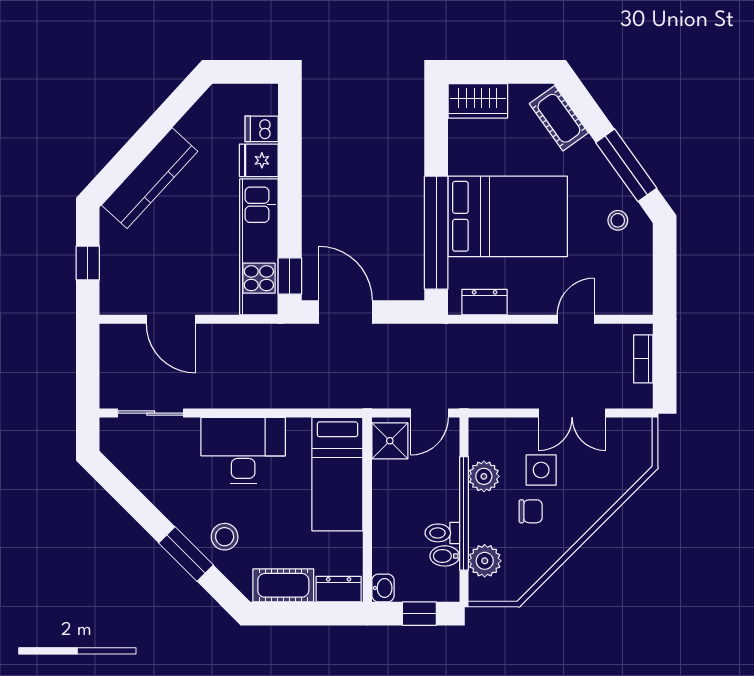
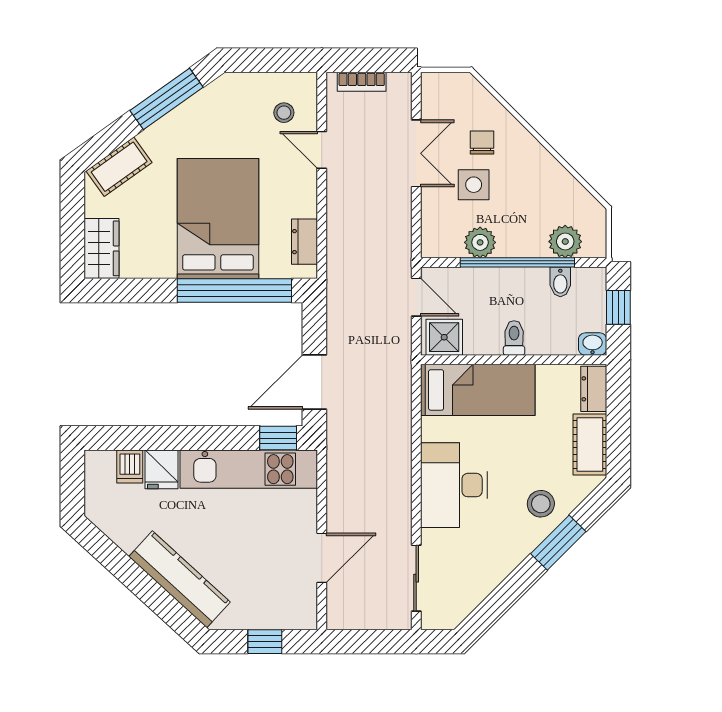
stool: (618, 220) -> (284, 113), moved
chair: (531, 511) -> (482, 142), moved
toilet: (442, 533) -> (514, 338), moved, turned 180

